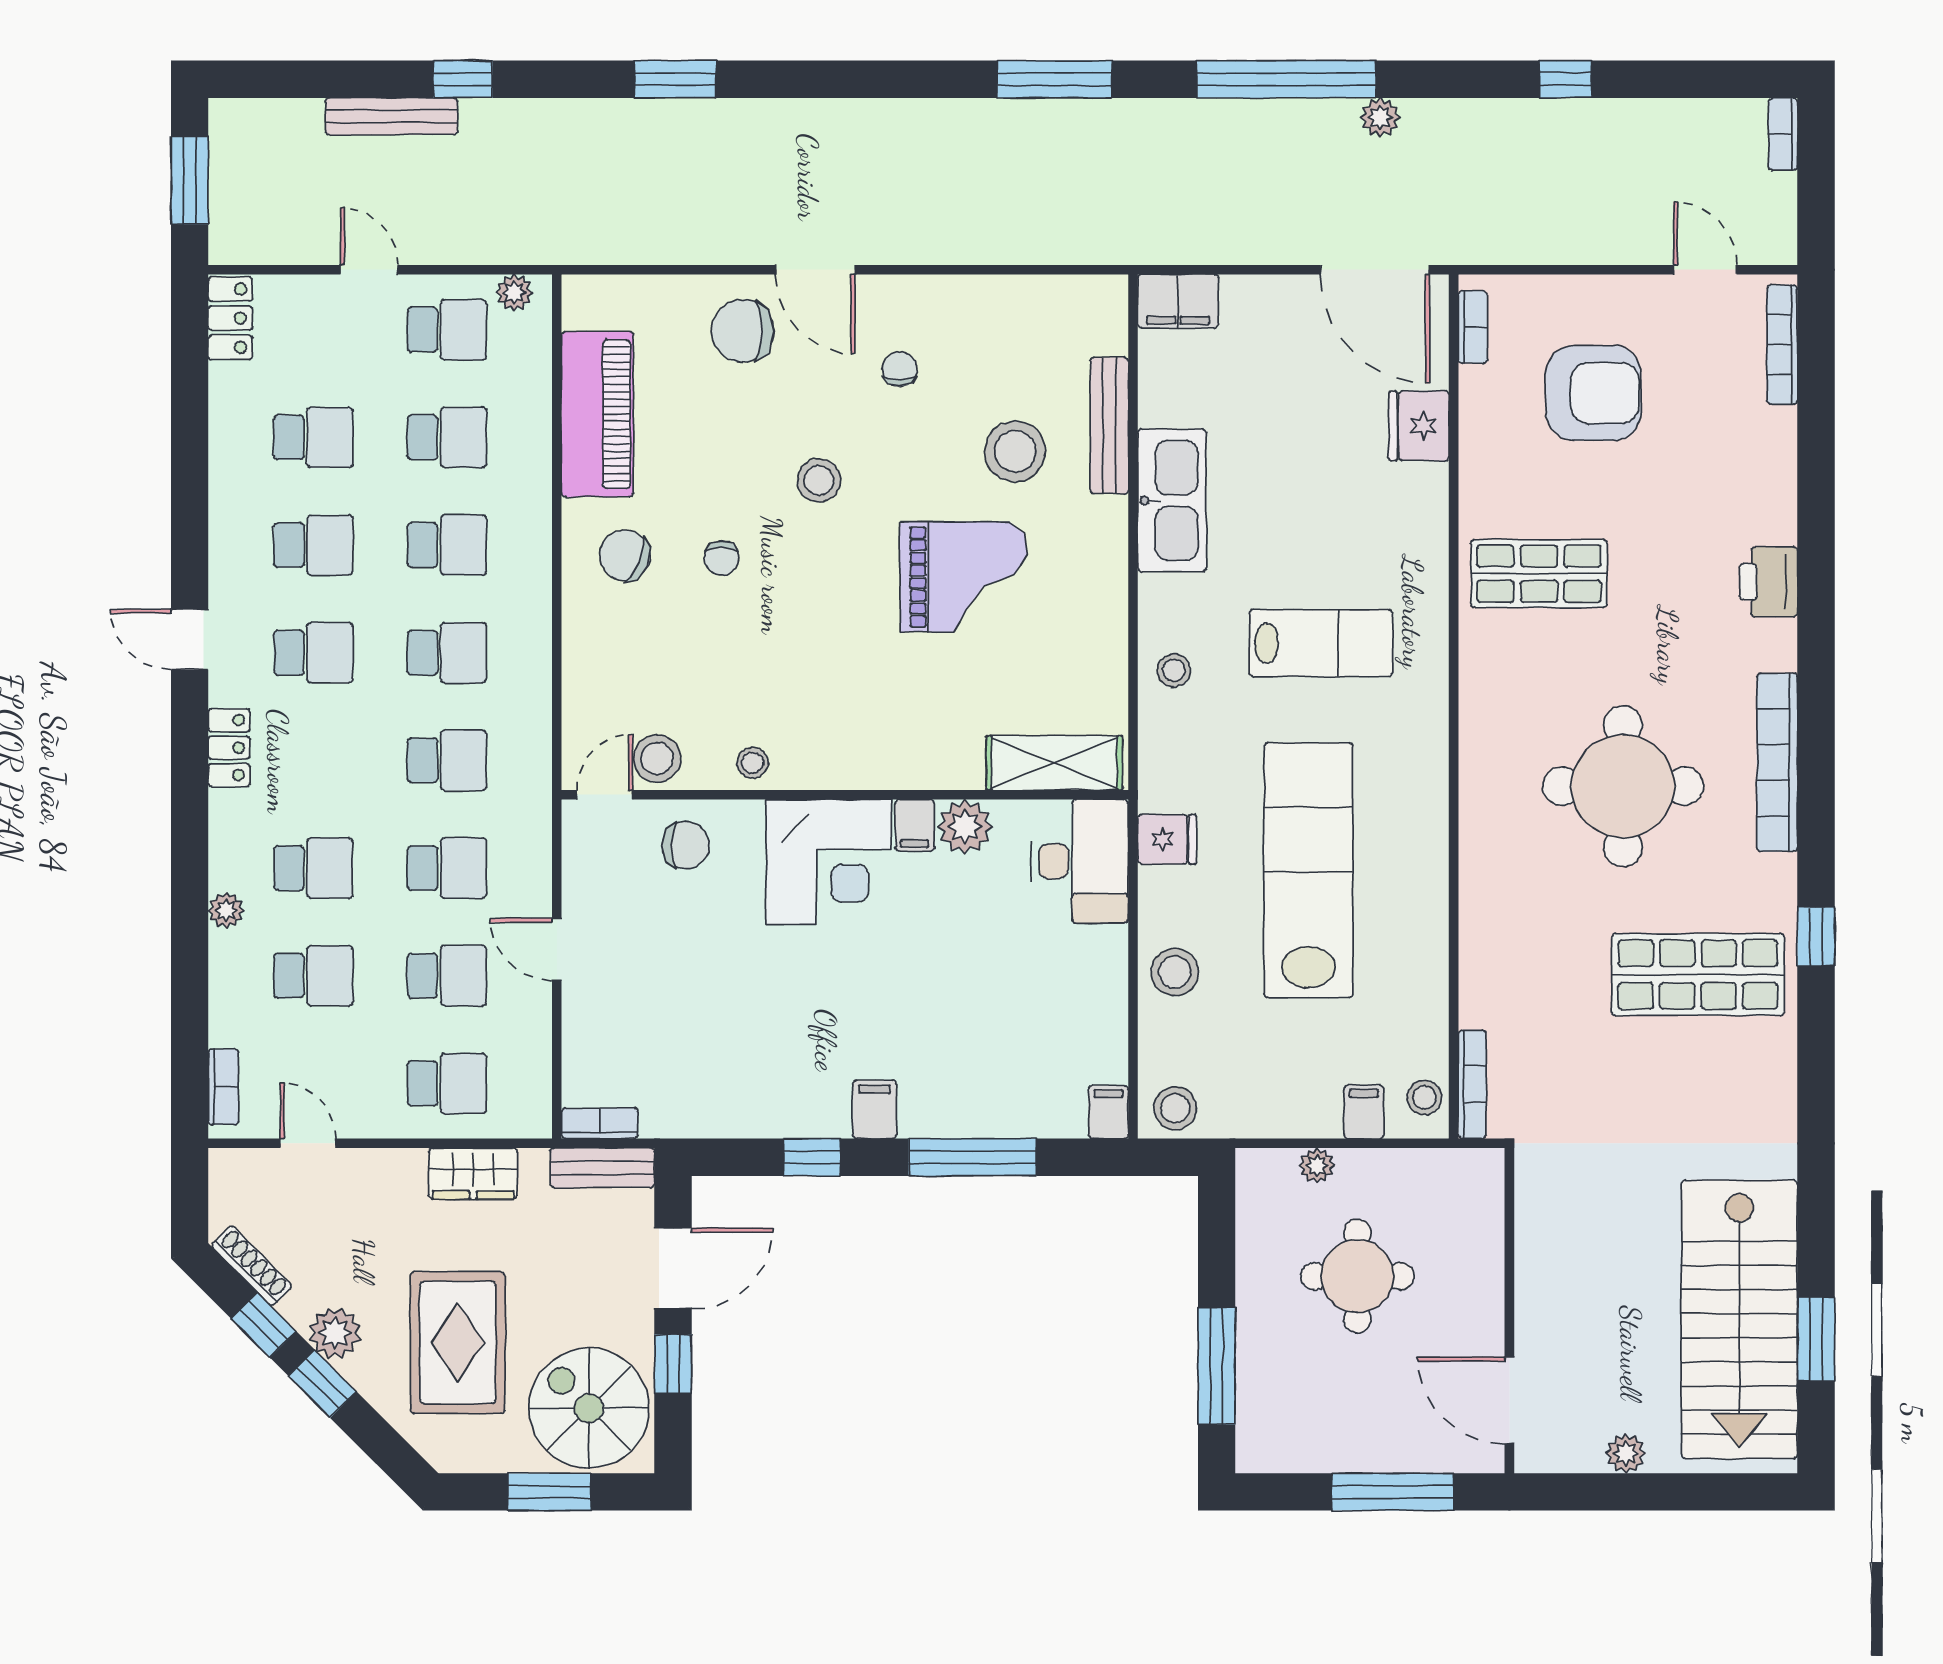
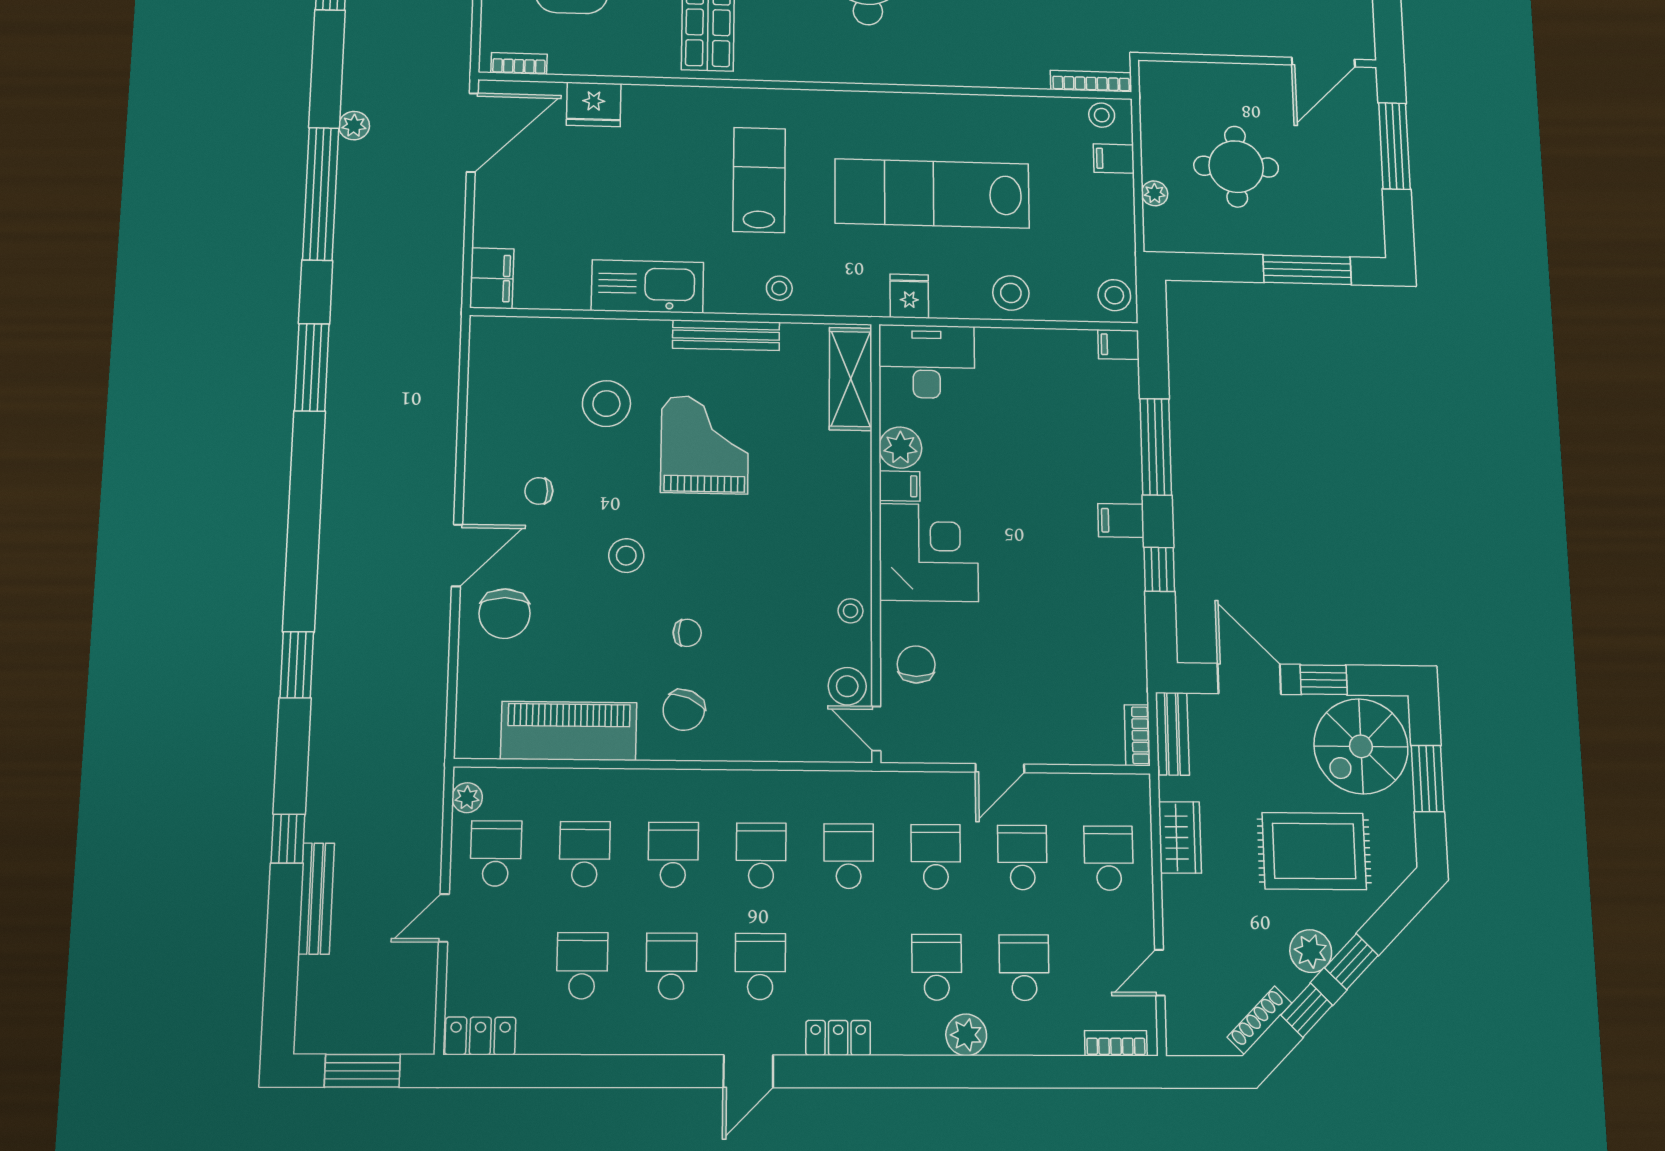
bench: (1109, 426) -> (726, 335), moved
plant: (226, 910) -> (966, 1035), width x1.38, depth x1.38

